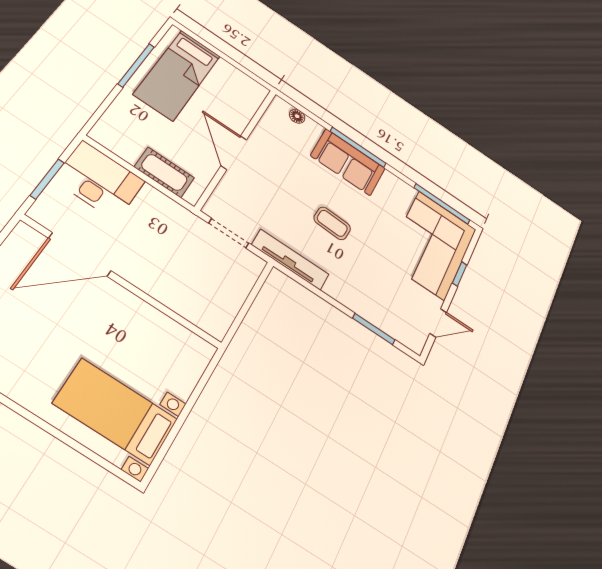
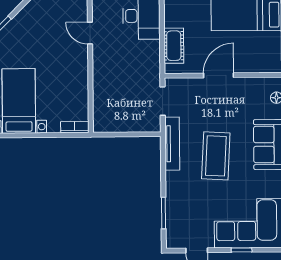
coffee table: (332, 223) -> (216, 156), width x1.86, depth x1.72
door: (80, 254) -> (90, 33), width x0.53
bookcase: (200, 361) -> (75, 127), added

